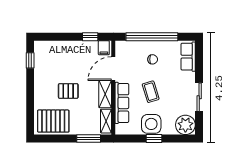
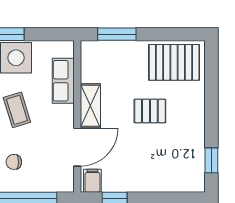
row of seats: (122, 103) -> (63, 81), width x0.68
shelving: (106, 121) -> (89, 62), removed

